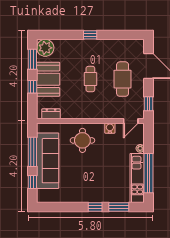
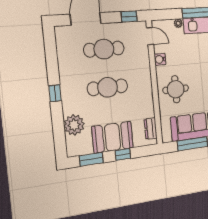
plant: (45, 48) -> (74, 125), moved
cafe table: (90, 79) -> (108, 87), width x1.37, depth x1.35

